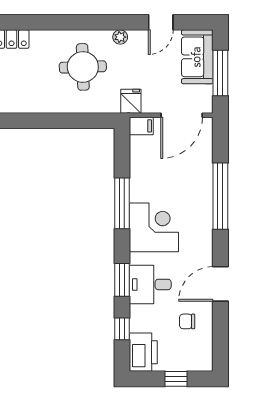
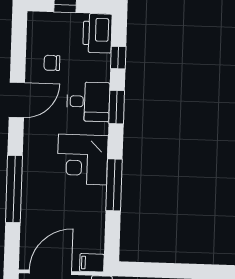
chair: (187, 321) -> (52, 63), turned 180

